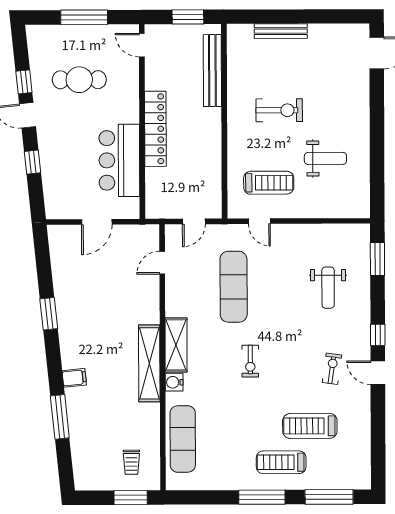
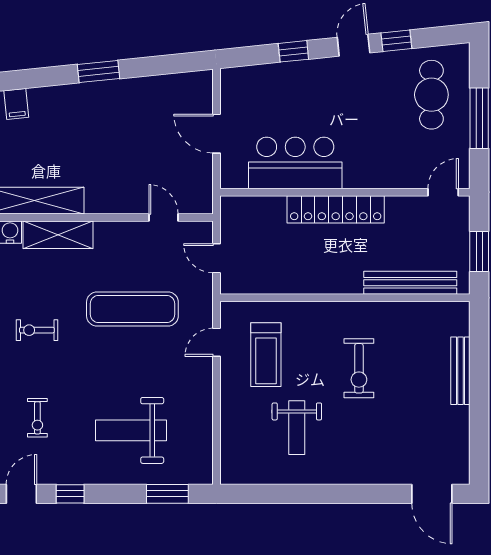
cafe table: (79, 80) -> (431, 95), moved
weight bench: (328, 288) -> (131, 430), width x1.36, depth x1.33
exercise bike: (332, 369) -> (37, 418), moved, turned 82

